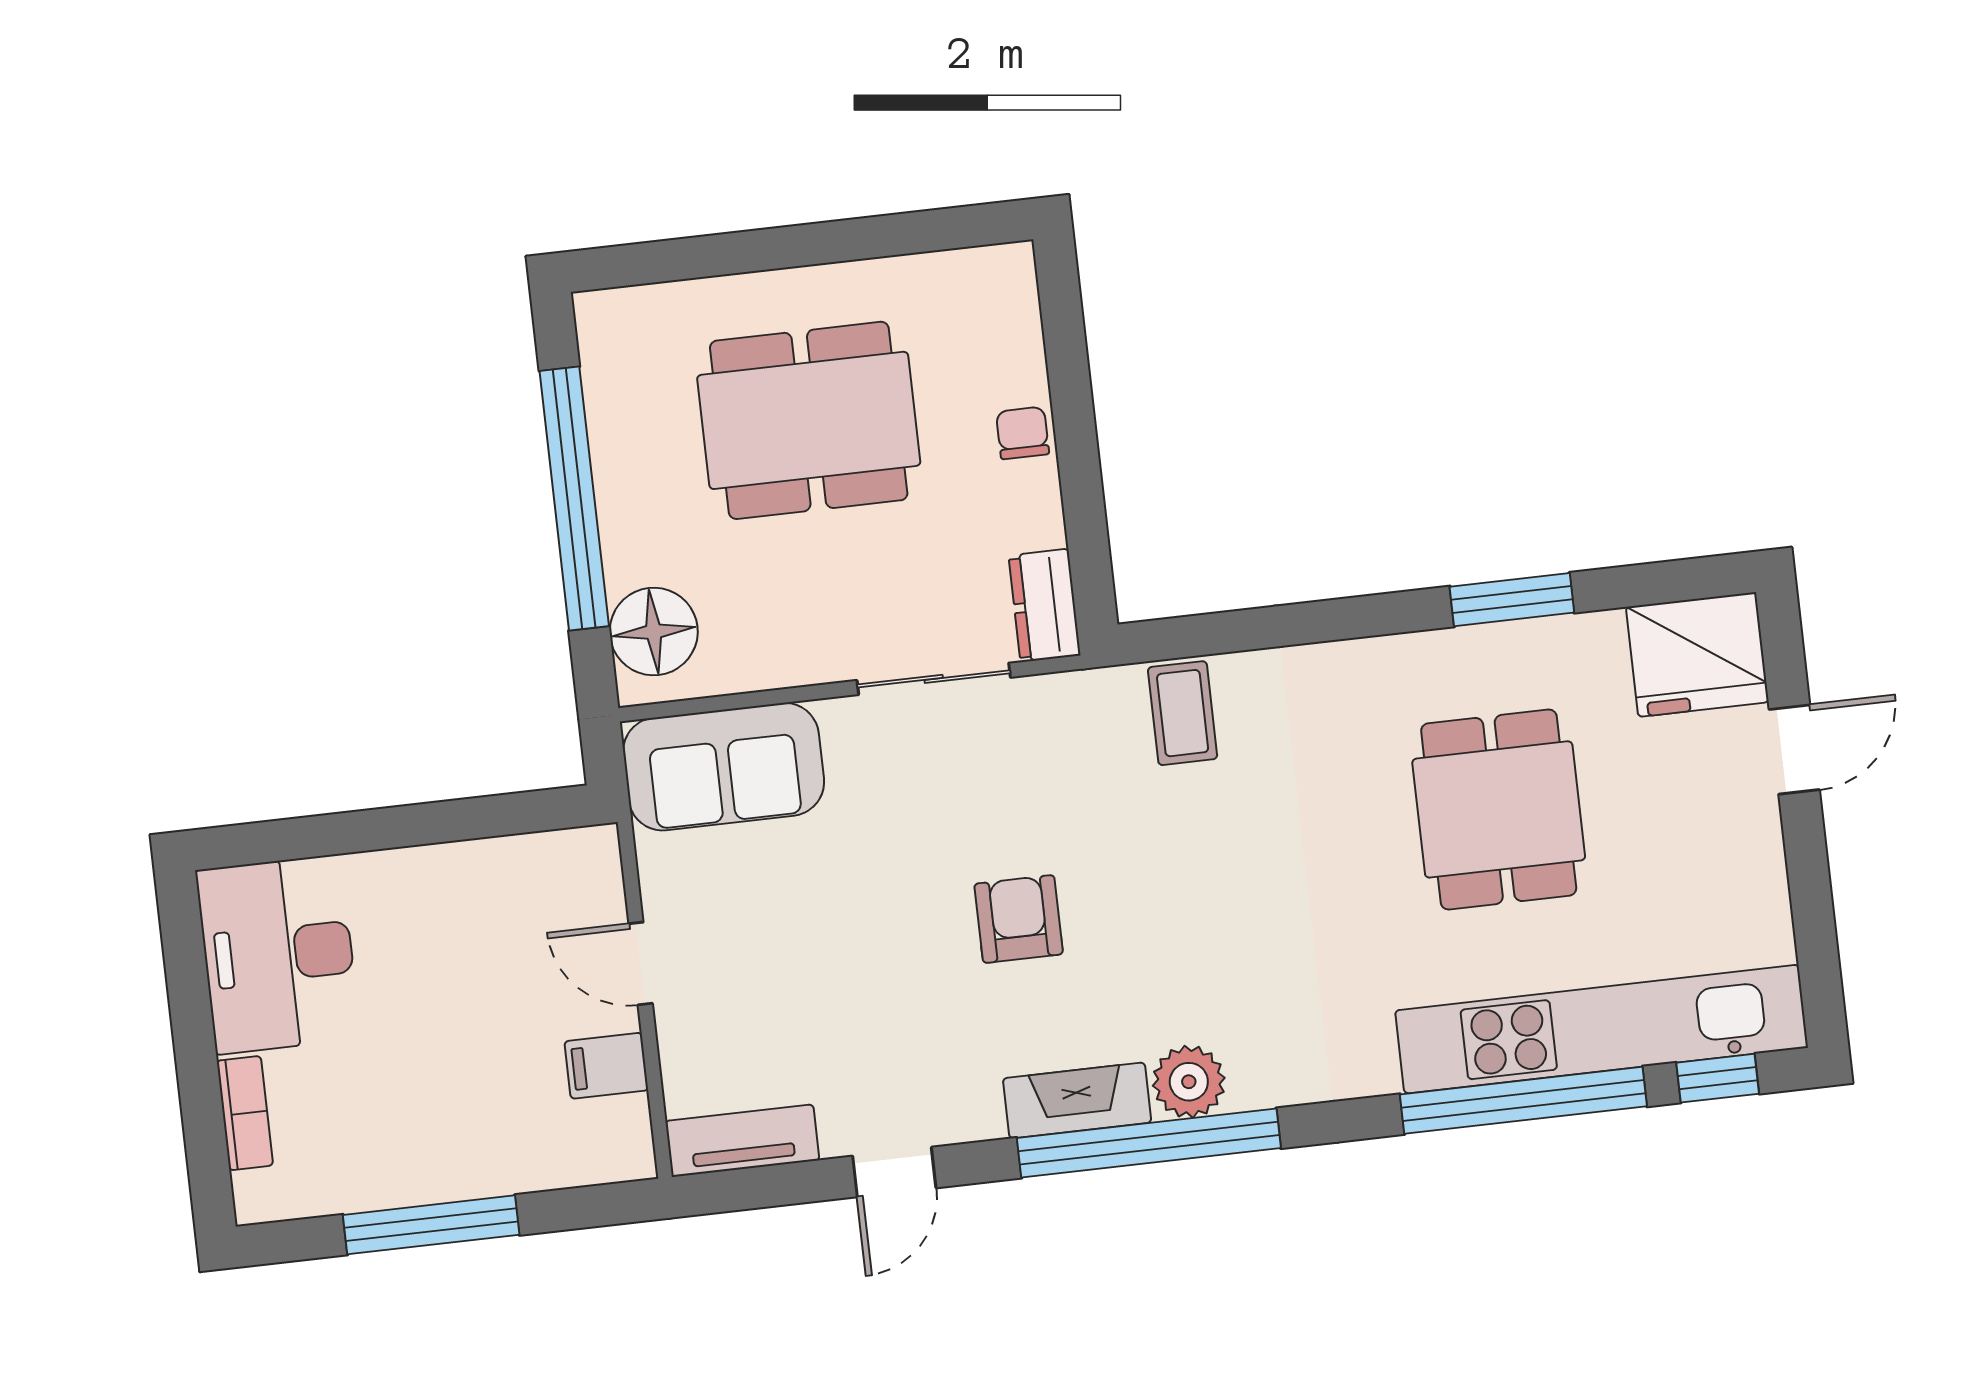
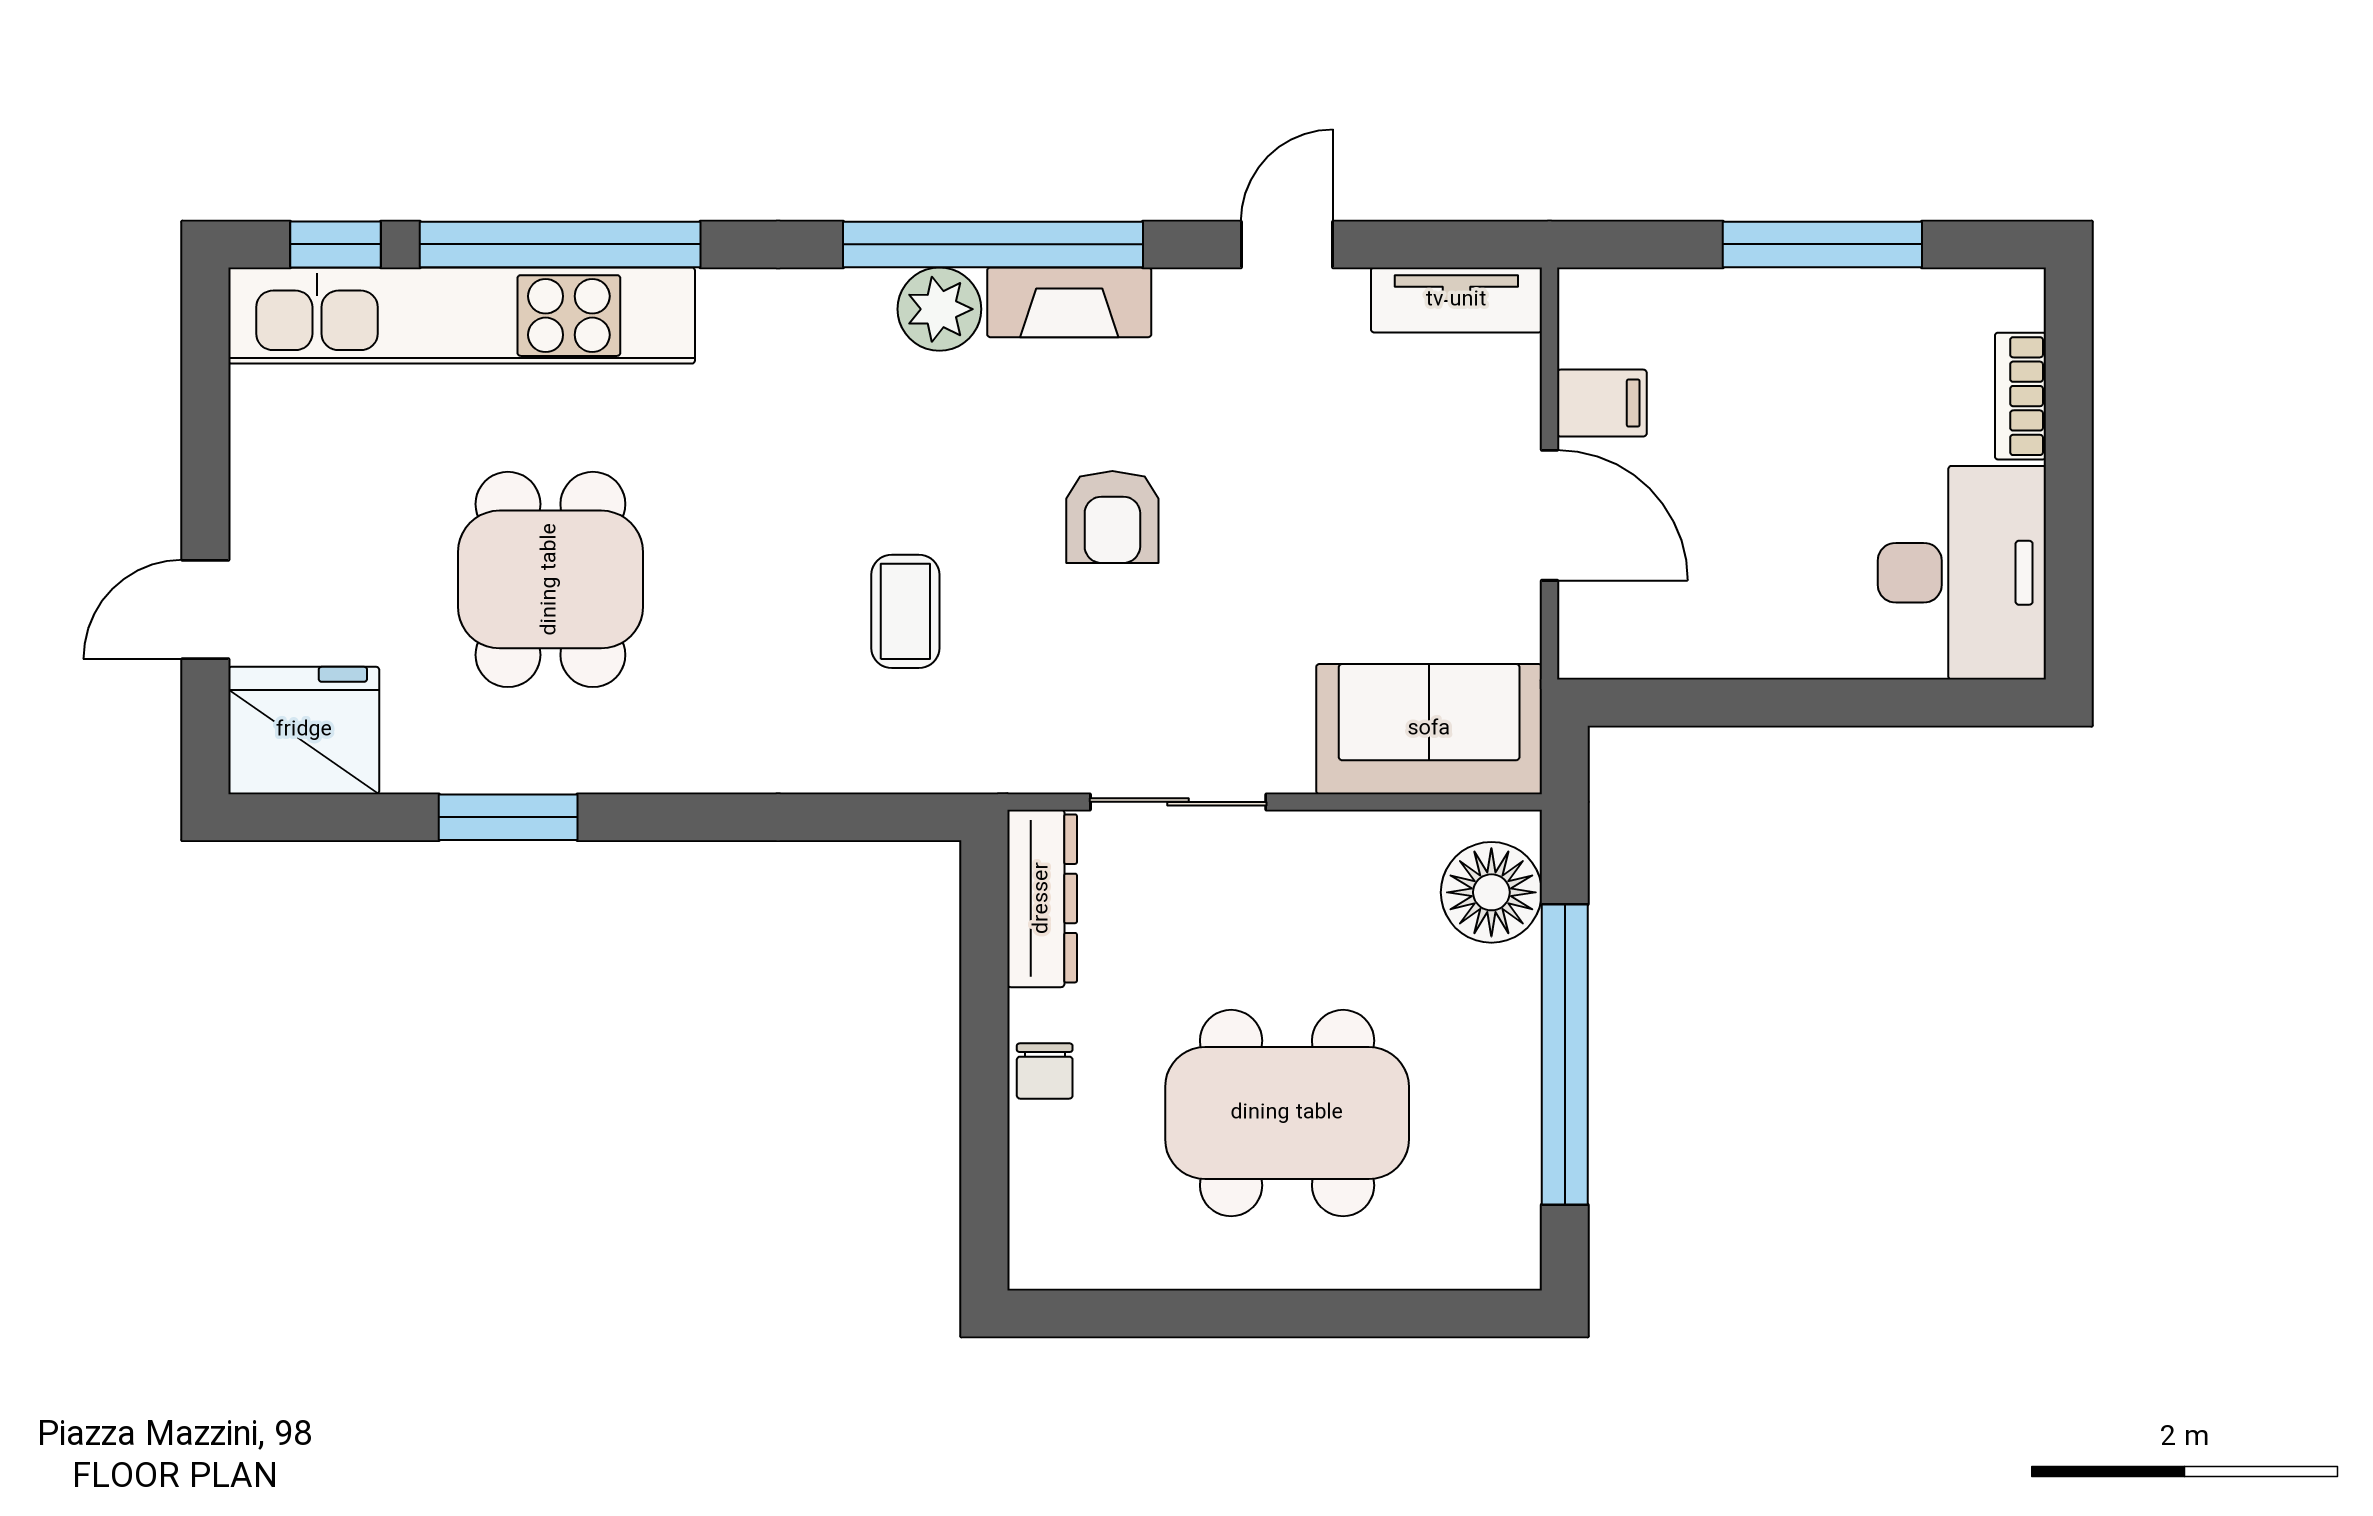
dresser: (1045, 605) -> (1042, 898), width x1.44
coffee table: (1183, 713) -> (905, 611), moved
door: (641, 964) -> (1550, 515), width x1.38

